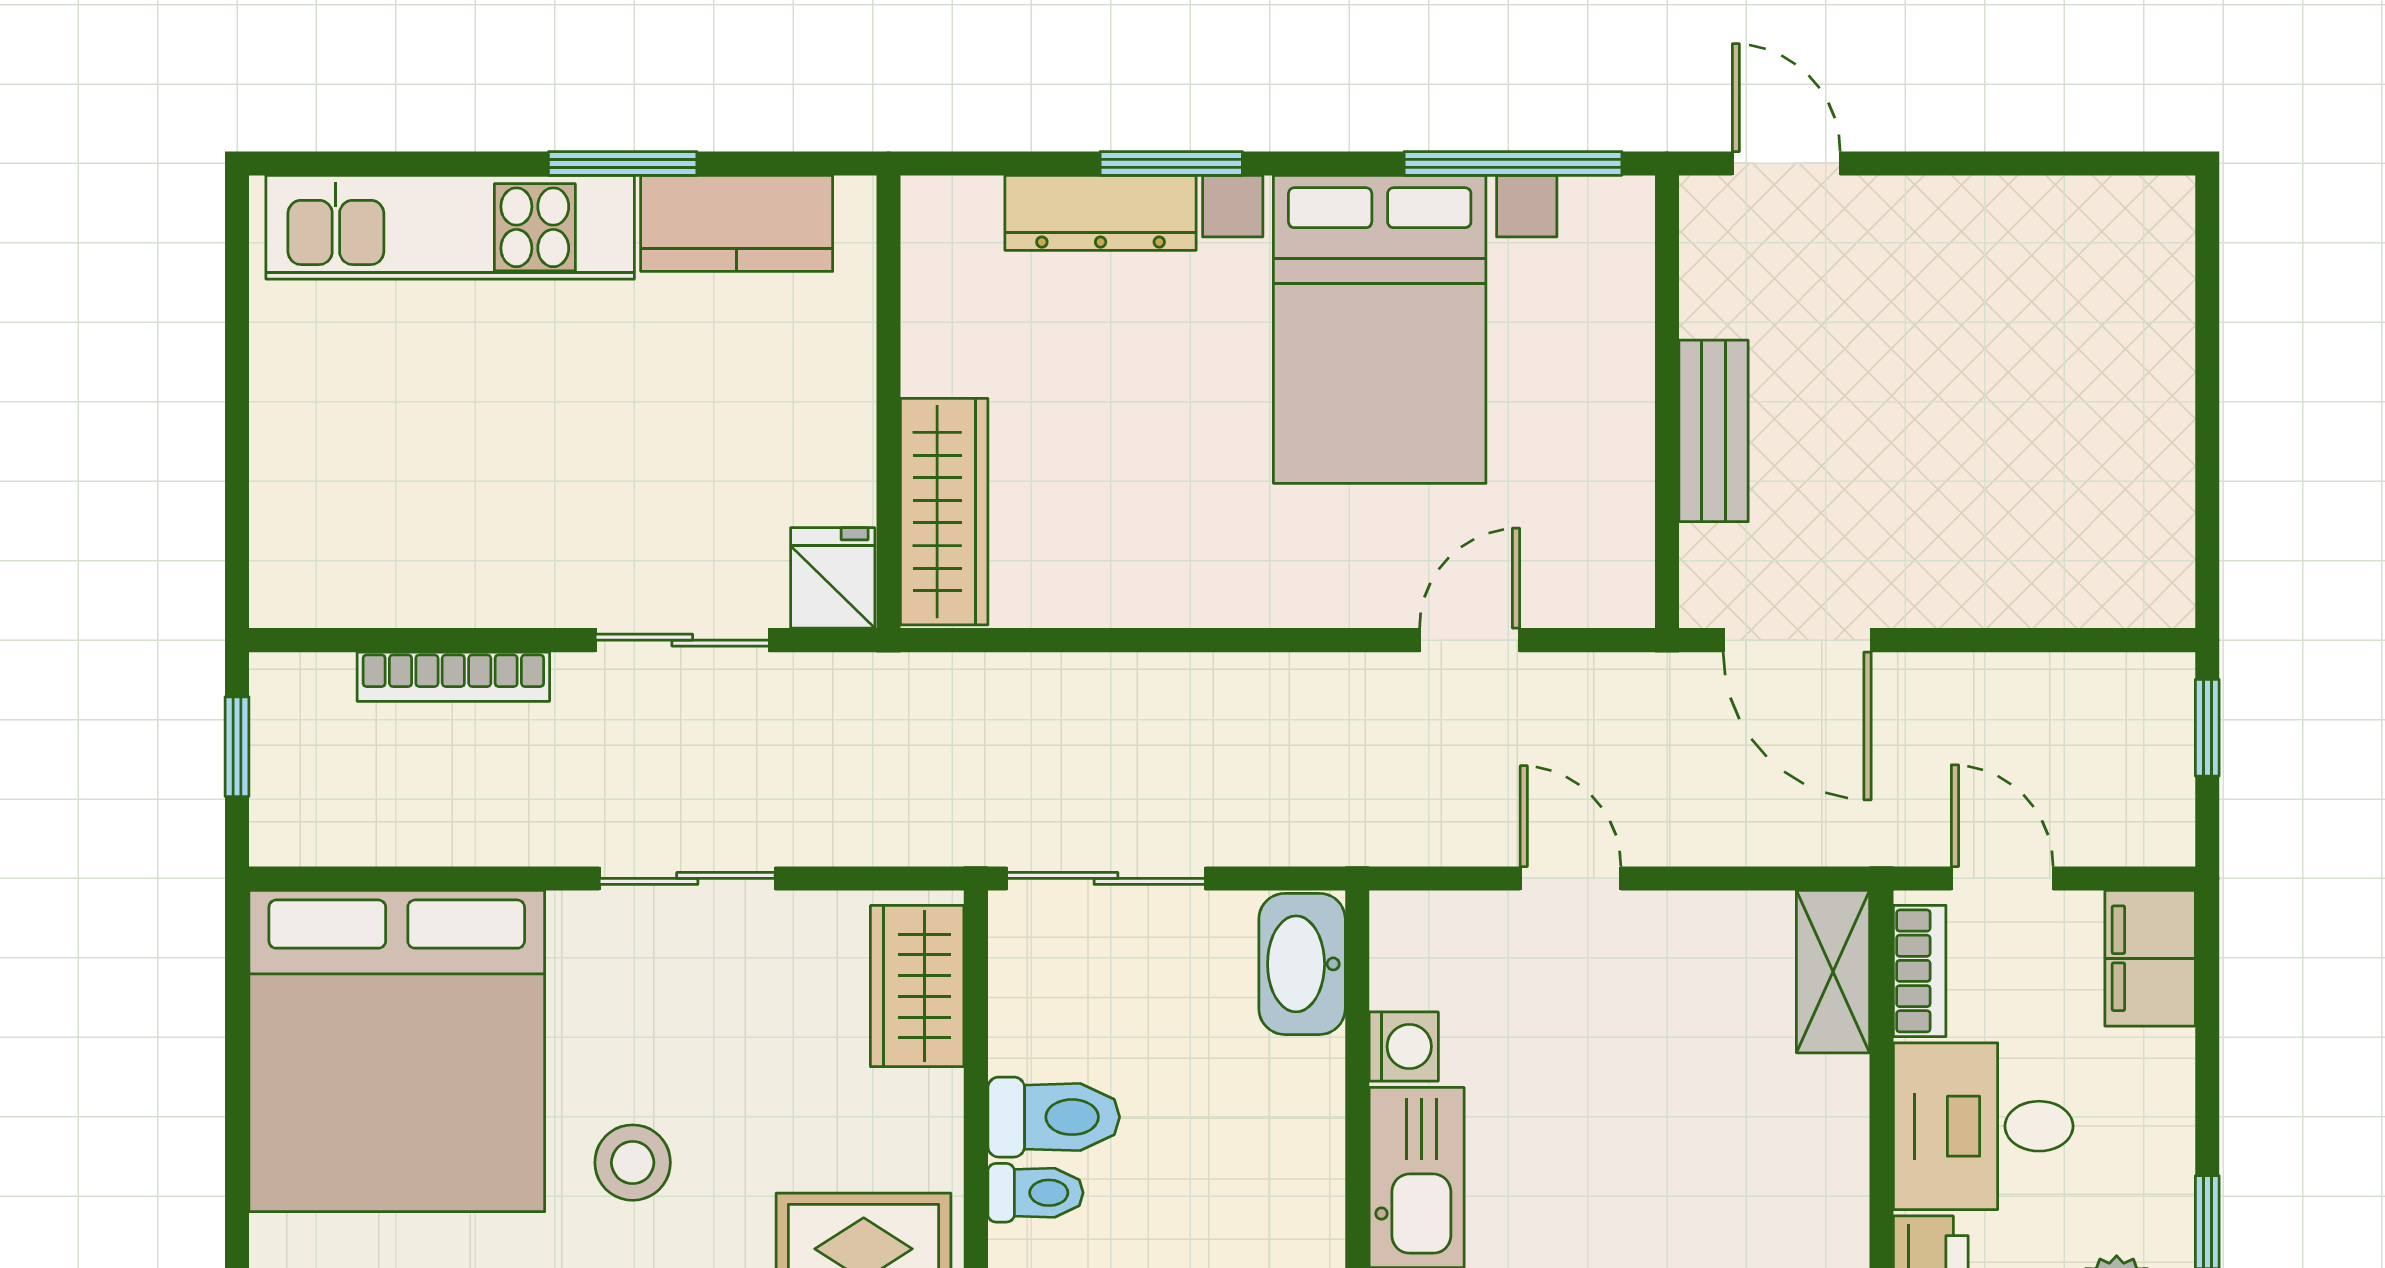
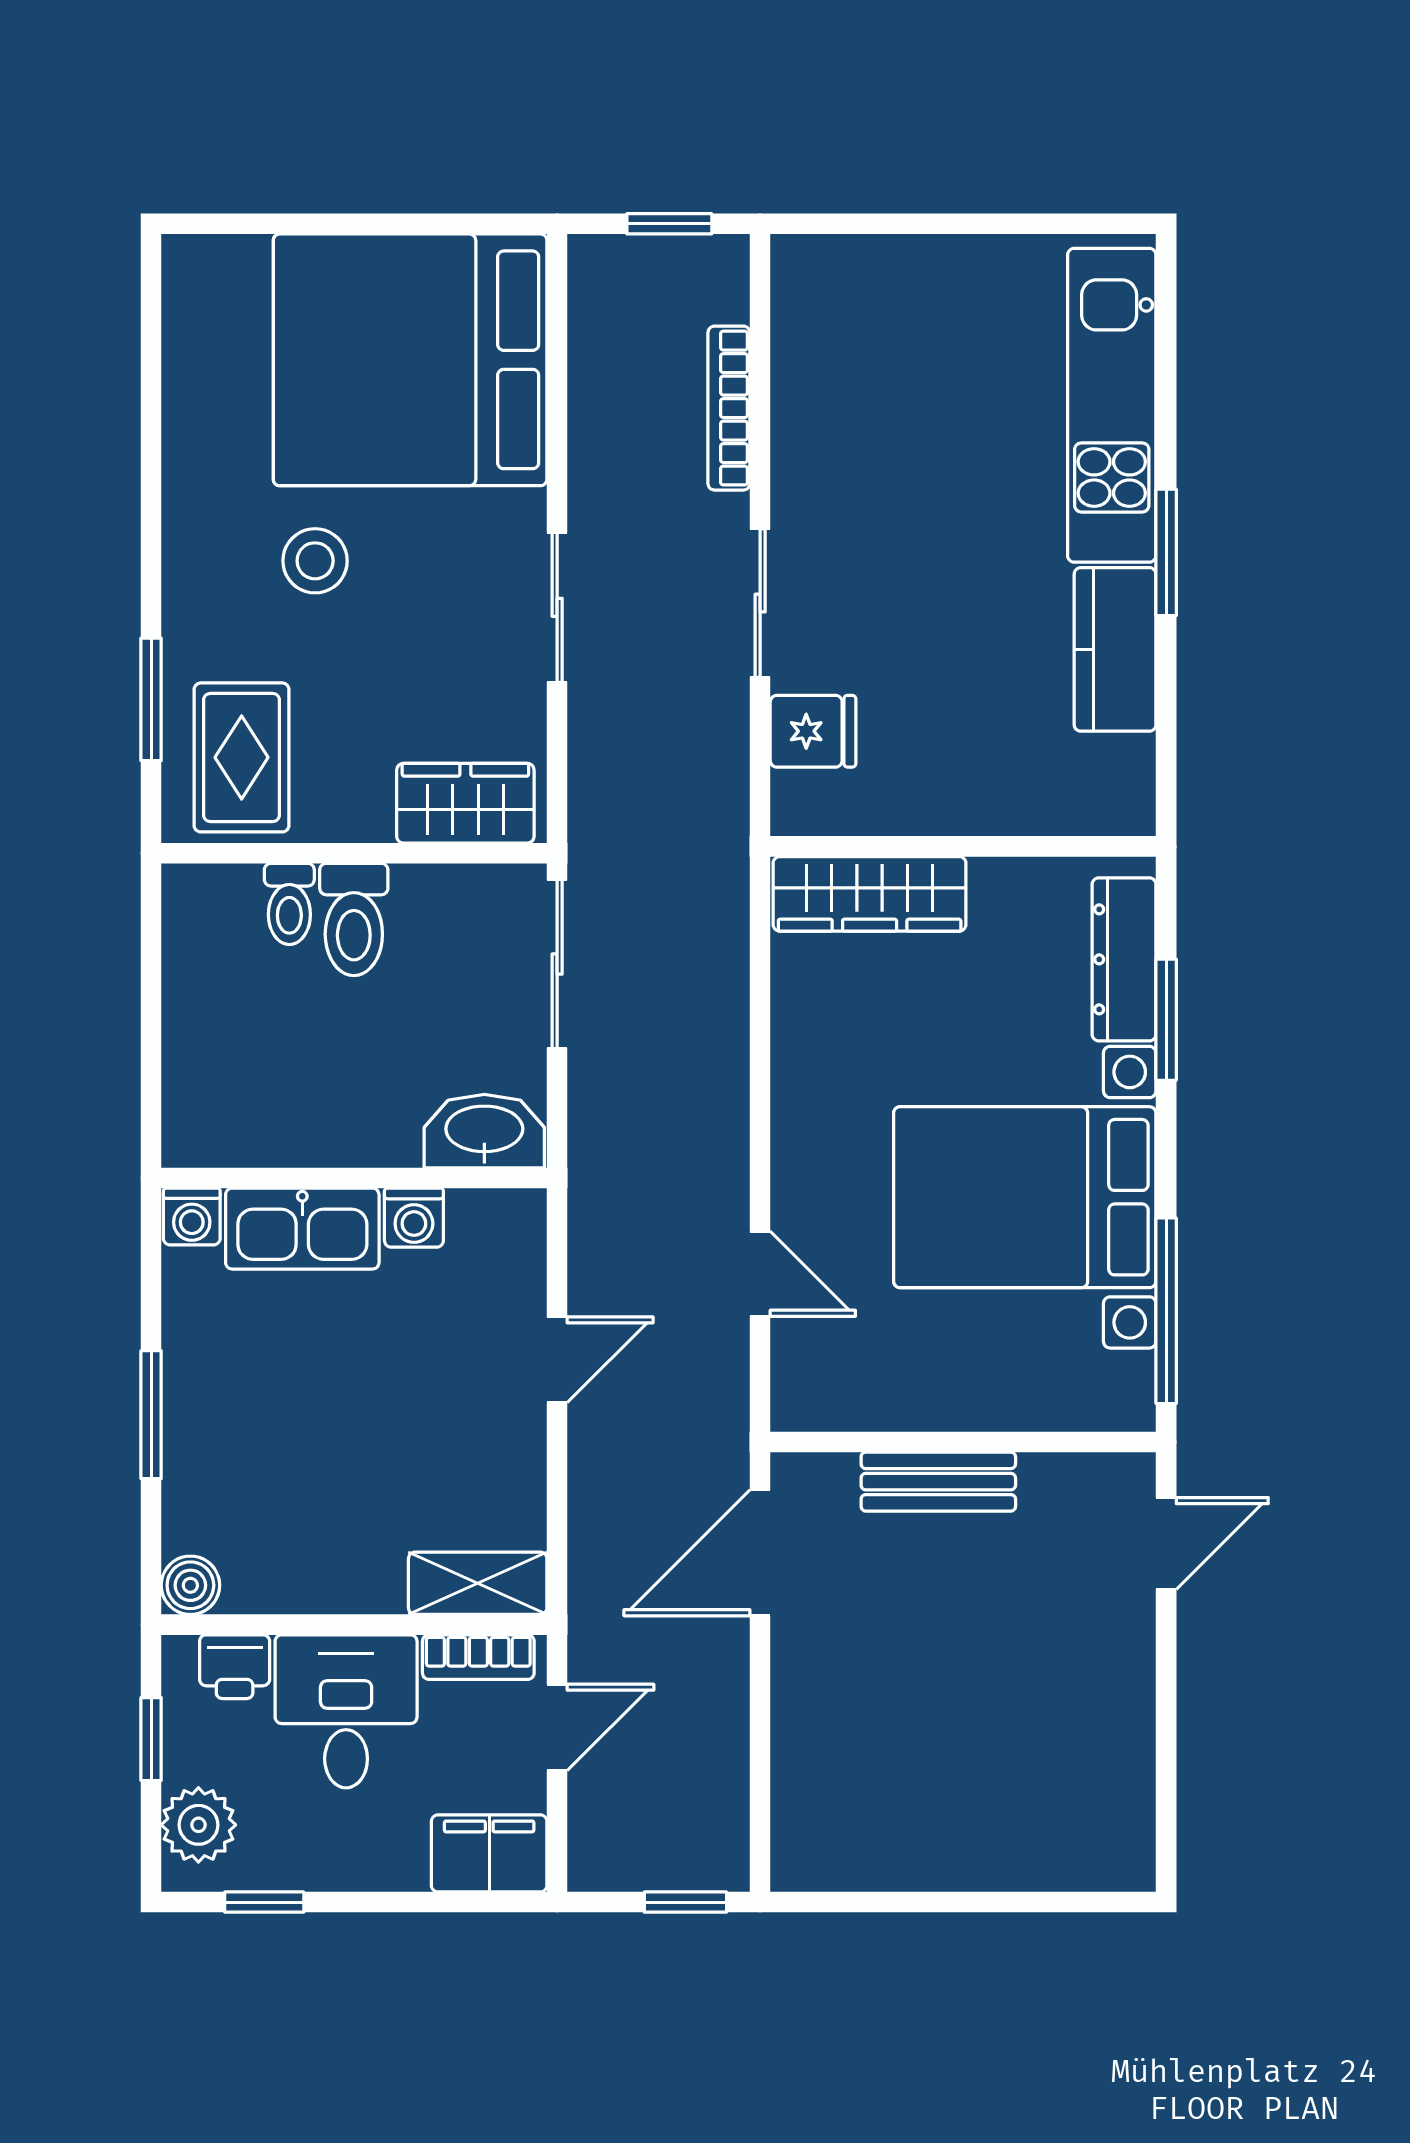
wall: (888, 402) -> (963, 846), moved
wardrobe: (944, 512) -> (870, 894), moved

